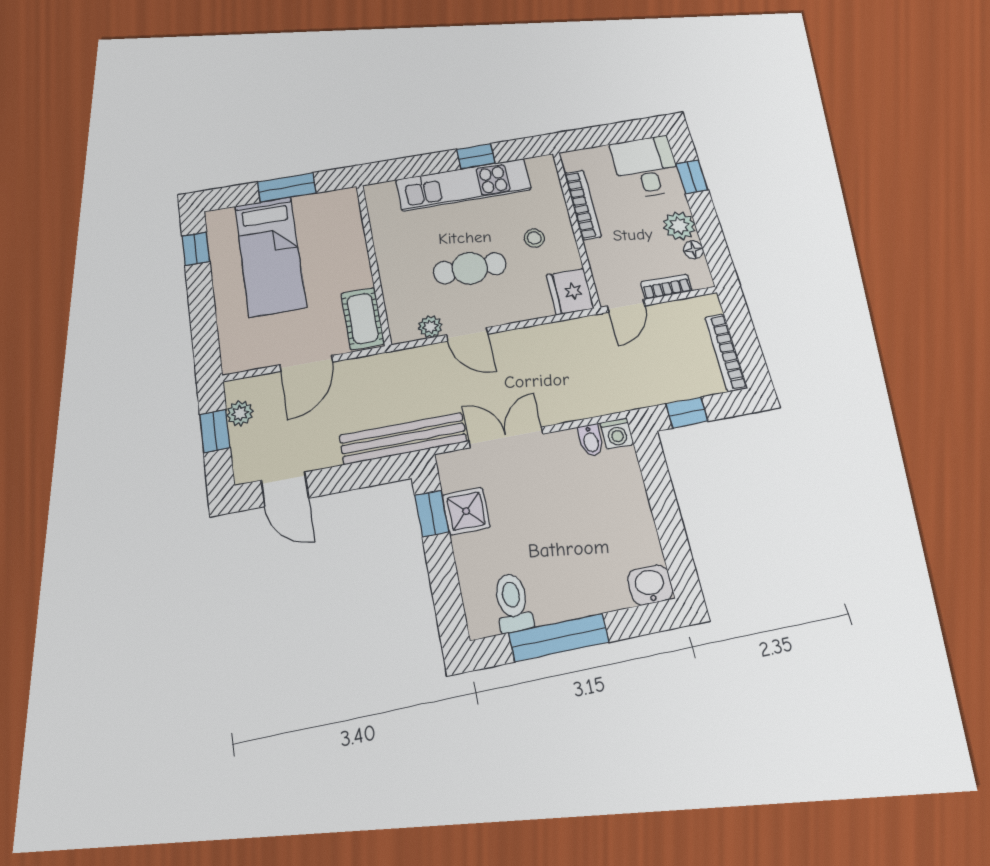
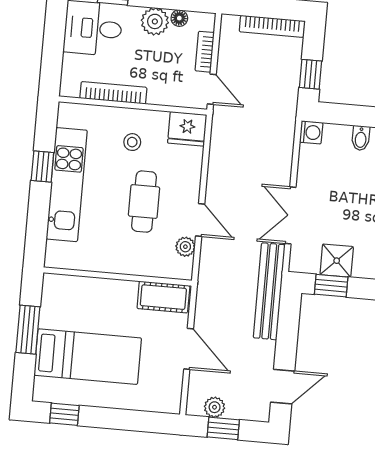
door: (467, 334) -> (200, 220), hinge flipped
bidet: (591, 440) -> (361, 138), moved, turned 90

